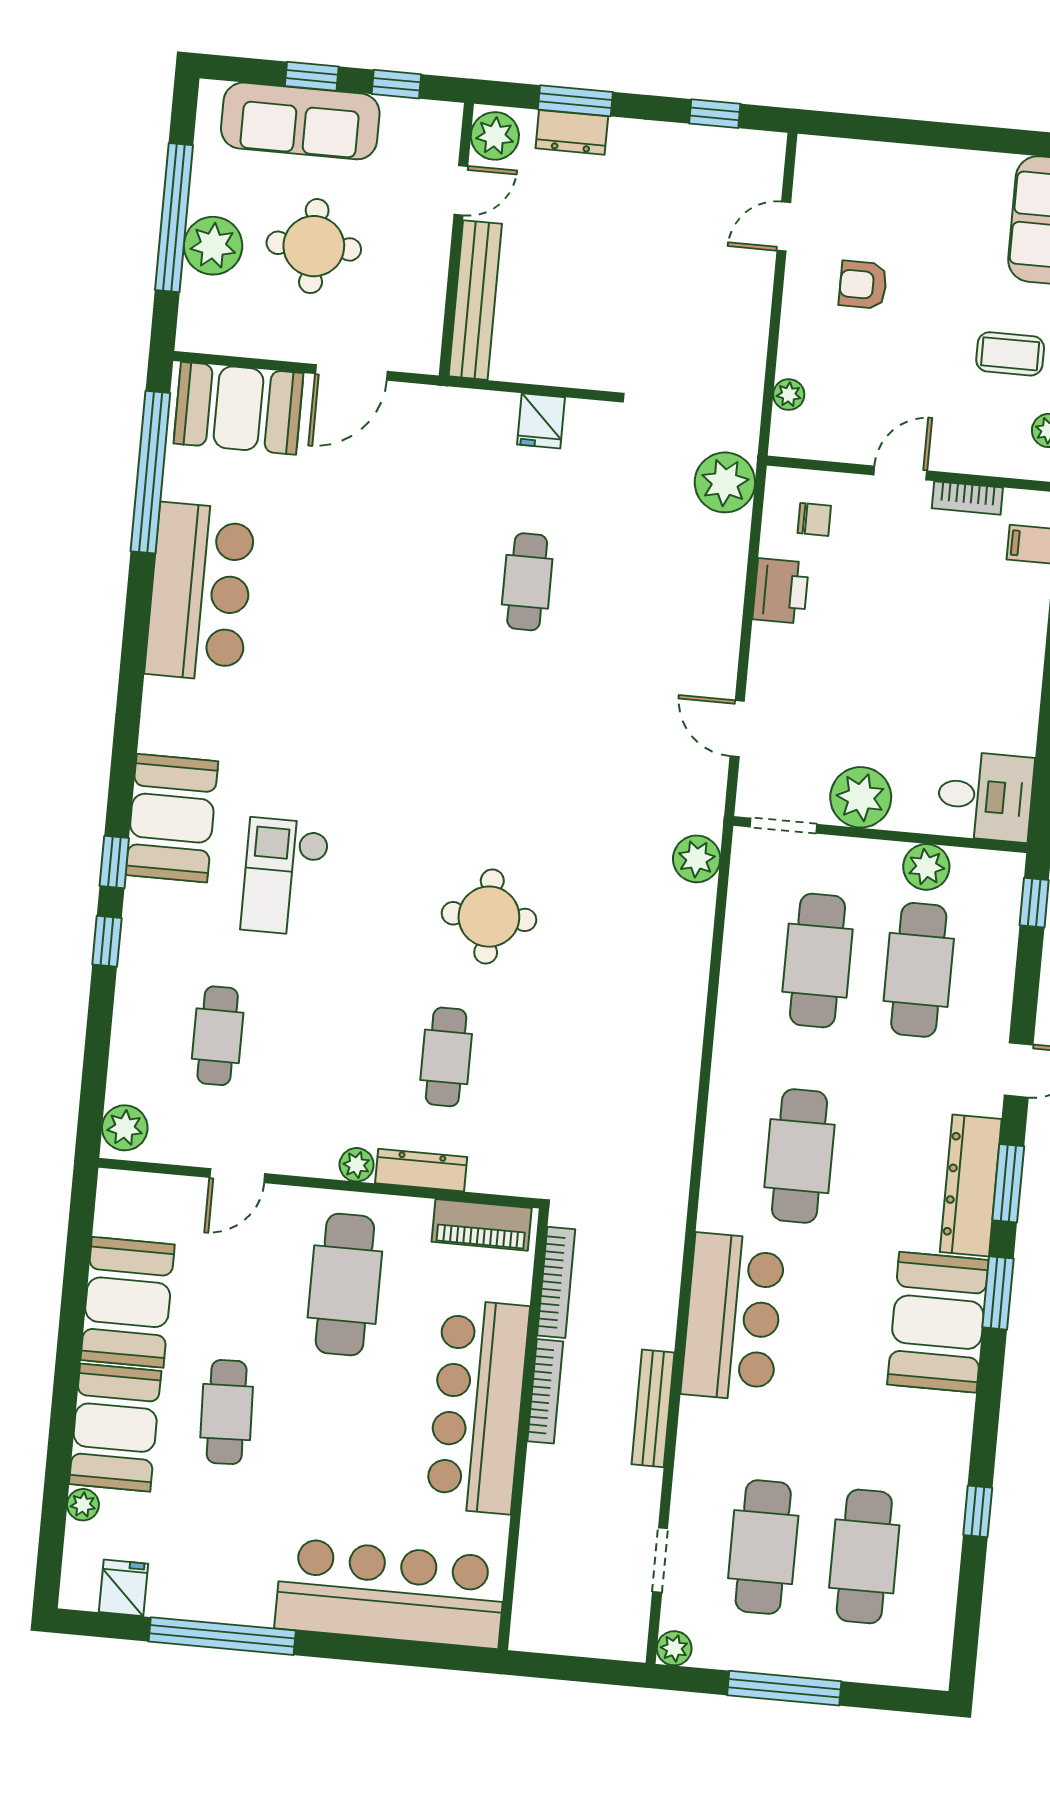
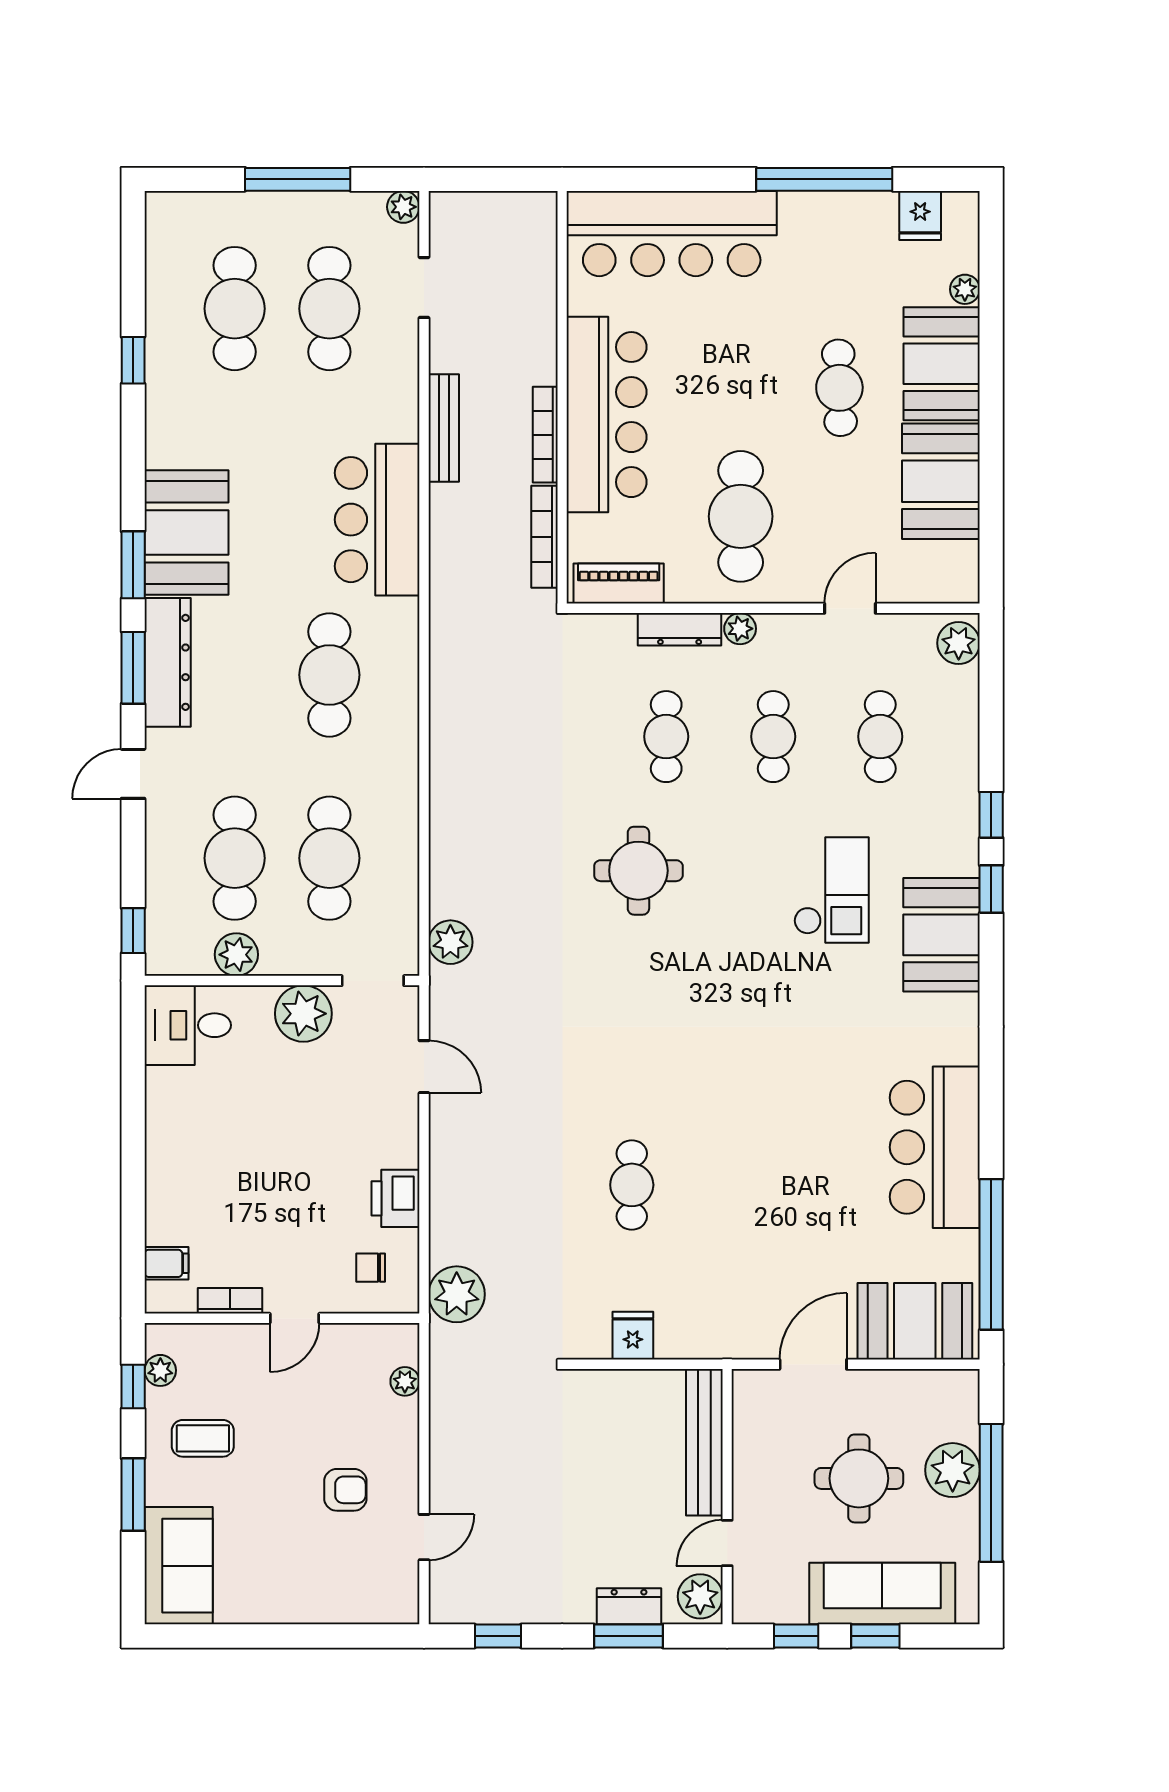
cafe table: (332, 1046) -> (773, 737), added

